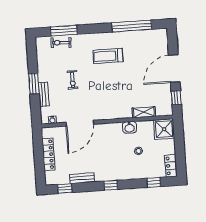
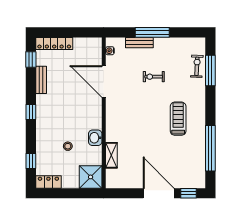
window: (34, 84) -> (152, 32), width x1.44
window: (176, 98) -> (189, 193), moved
locker: (48, 154) -> (54, 44), moved

